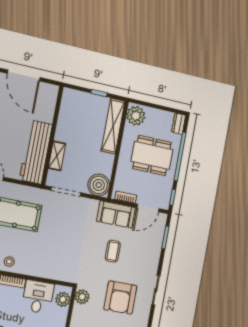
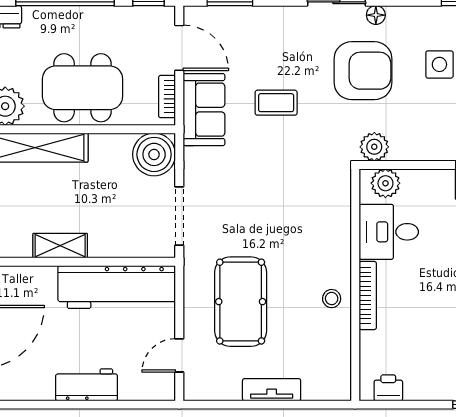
dining table: (152, 155) -> (83, 88), moved, turned 90
shelving: (57, 156) -> (60, 246), moved
floor lamp: (146, 309) -> (376, 15), added

